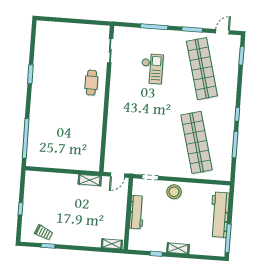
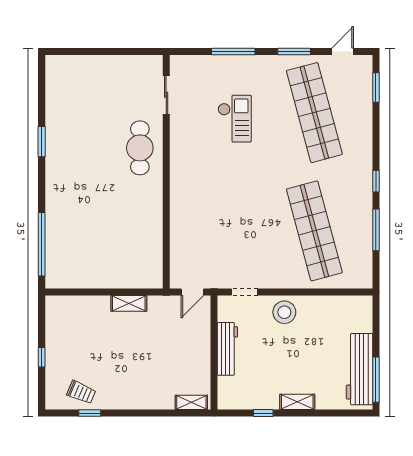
cafe table: (91, 83) -> (140, 148), width x1.37, depth x1.35
shelving: (90, 180) -> (129, 303), moved
workbench: (220, 215) -> (360, 369), moved

